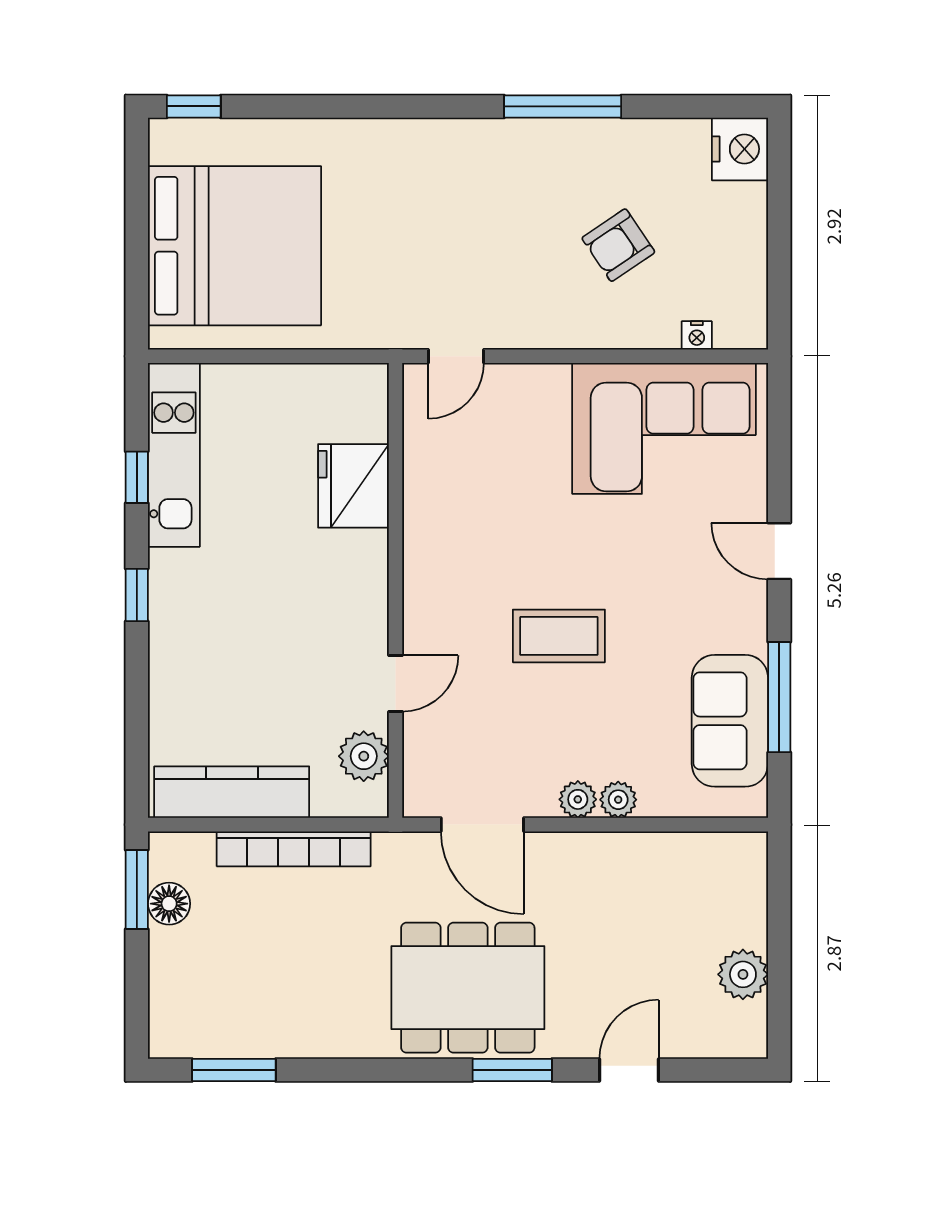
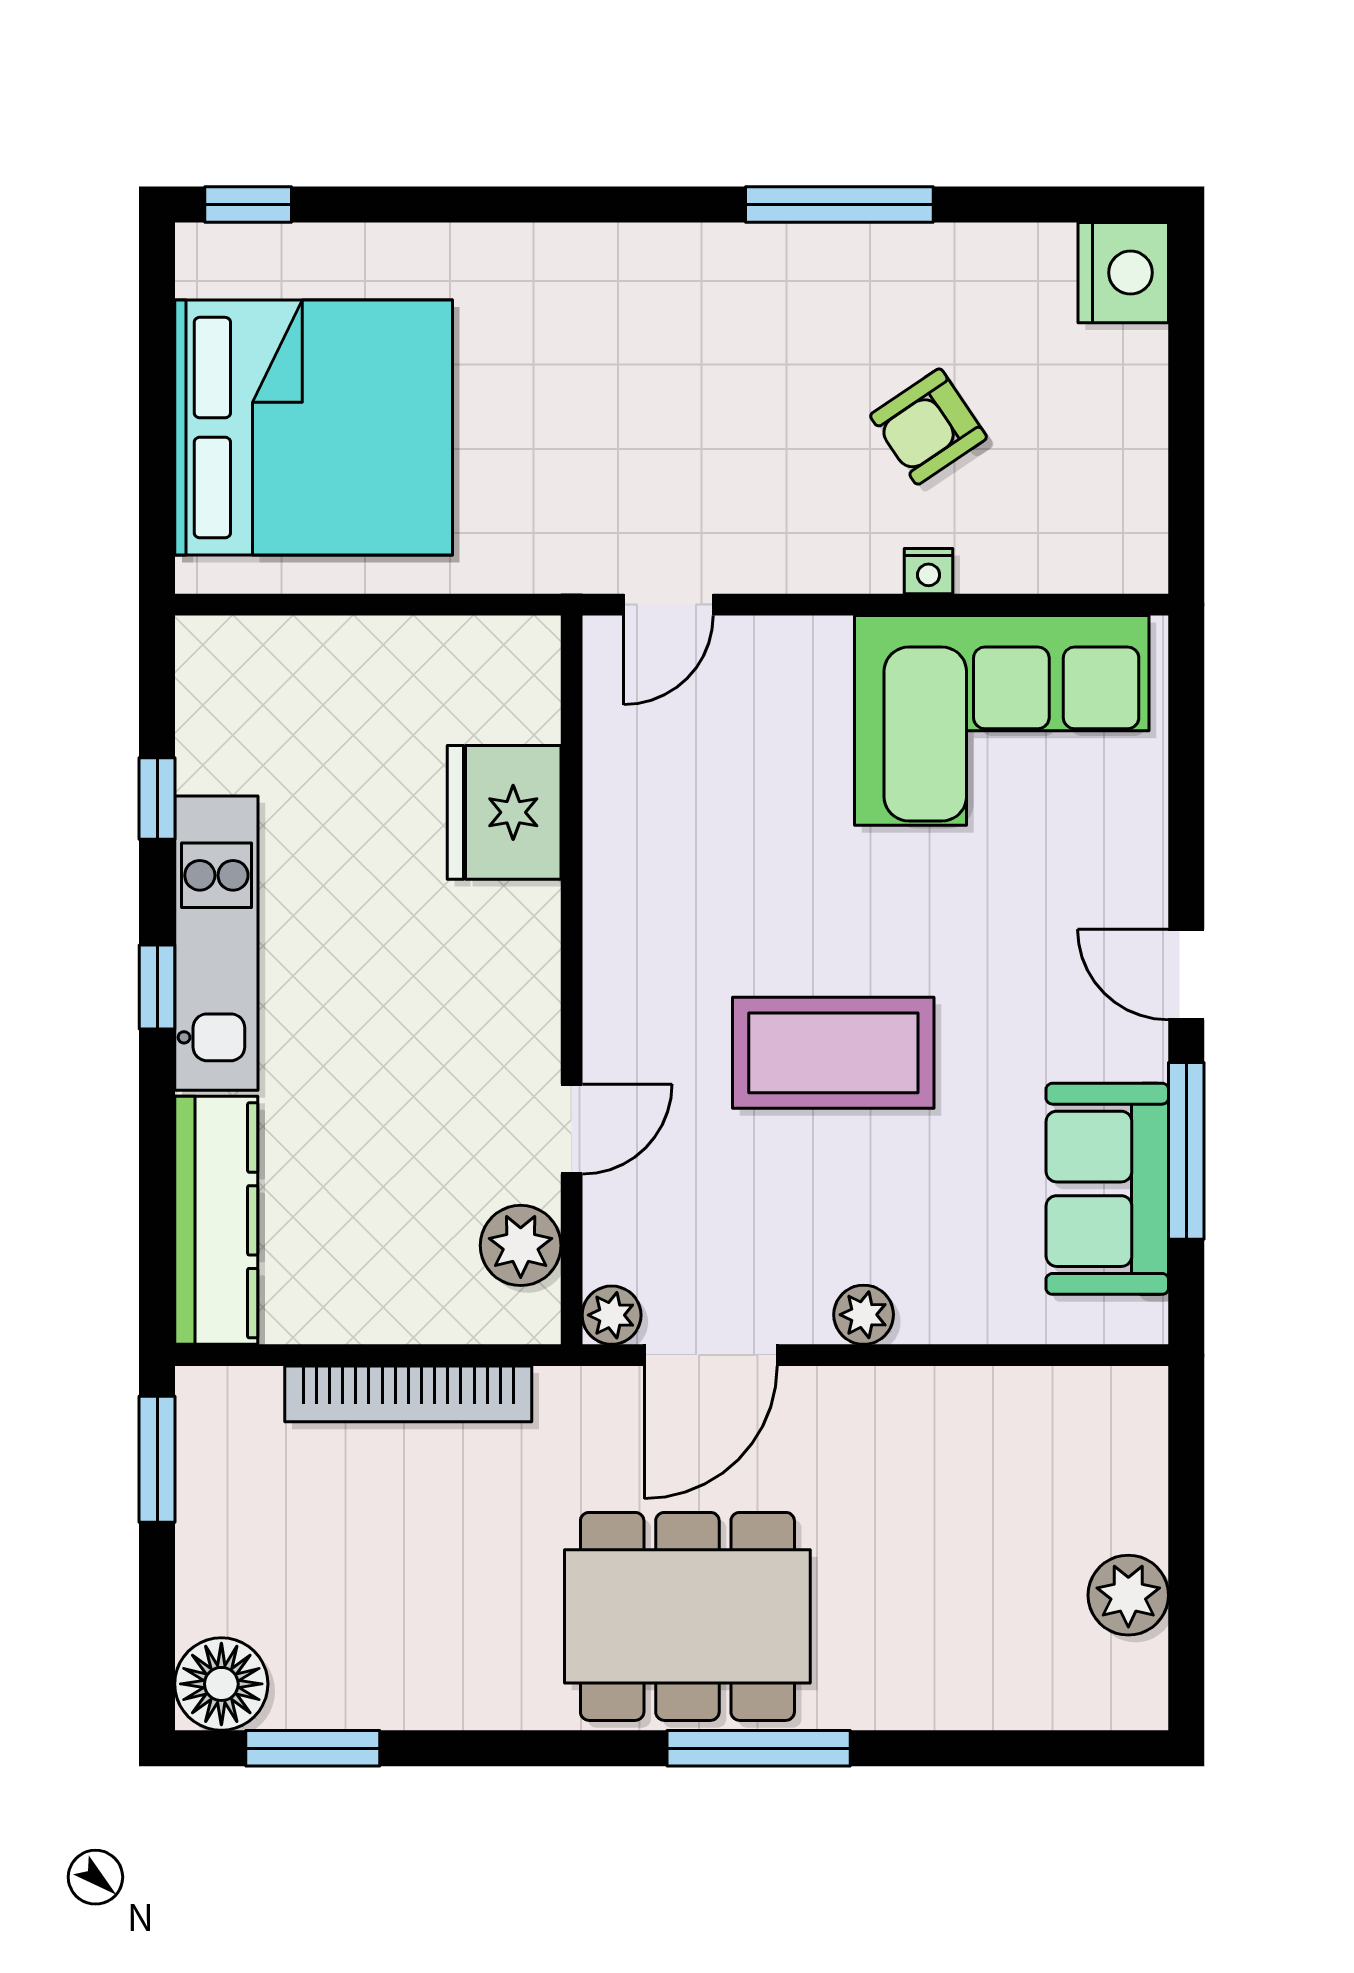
nightstand: (697, 335) -> (929, 571), moved
kitchen unit: (174, 455) -> (216, 943), moved
door: (779, 551) -> (1186, 975), moved
coffee table: (559, 636) -> (833, 1053), width x1.36, depth x1.32
kitchen counter: (232, 792) -> (216, 1220), moved, turned 90
plant: (618, 800) -> (612, 1315), moved
door: (482, 825) -> (711, 1355), hinge flipped
floor lamp: (169, 904) -> (221, 1684), moved, width x1.38, depth x1.38
window: (512, 1070) -> (759, 1748), width x1.44
door: (629, 1070) -> (946, 1748), removed

